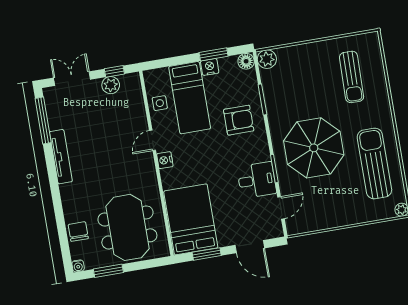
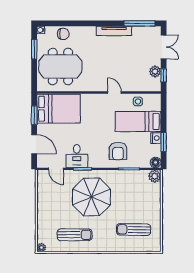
nightstand: (165, 160) -> (100, 98), removed
sun lounger: (374, 163) -> (75, 235), width x0.73, depth x0.75
door: (250, 247) -> (34, 144), swing flipped

